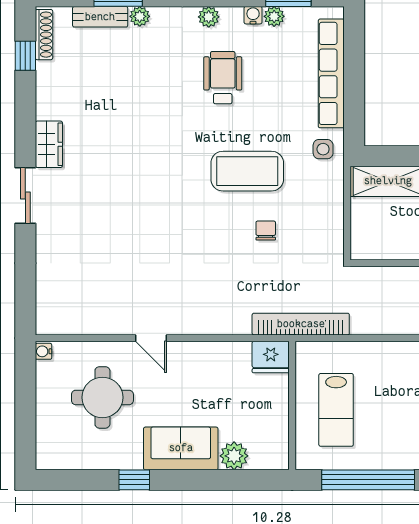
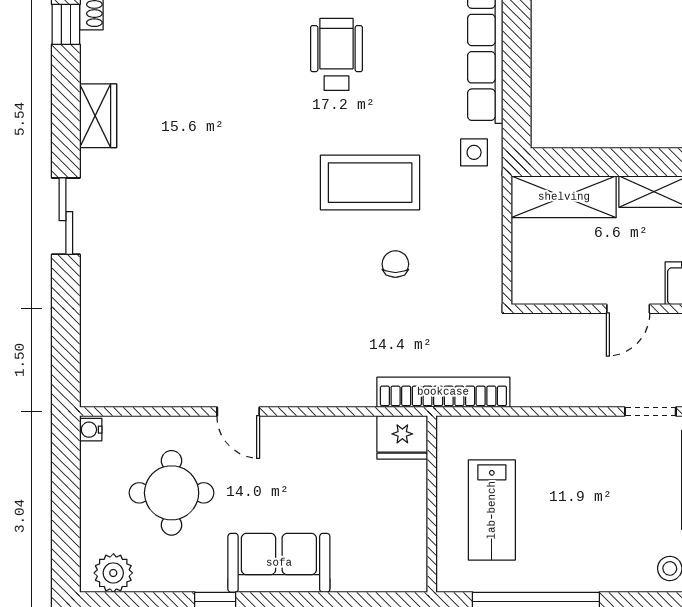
wardrobe: (49, 144) -> (98, 116), moved
plant: (234, 456) -> (113, 573), moved

